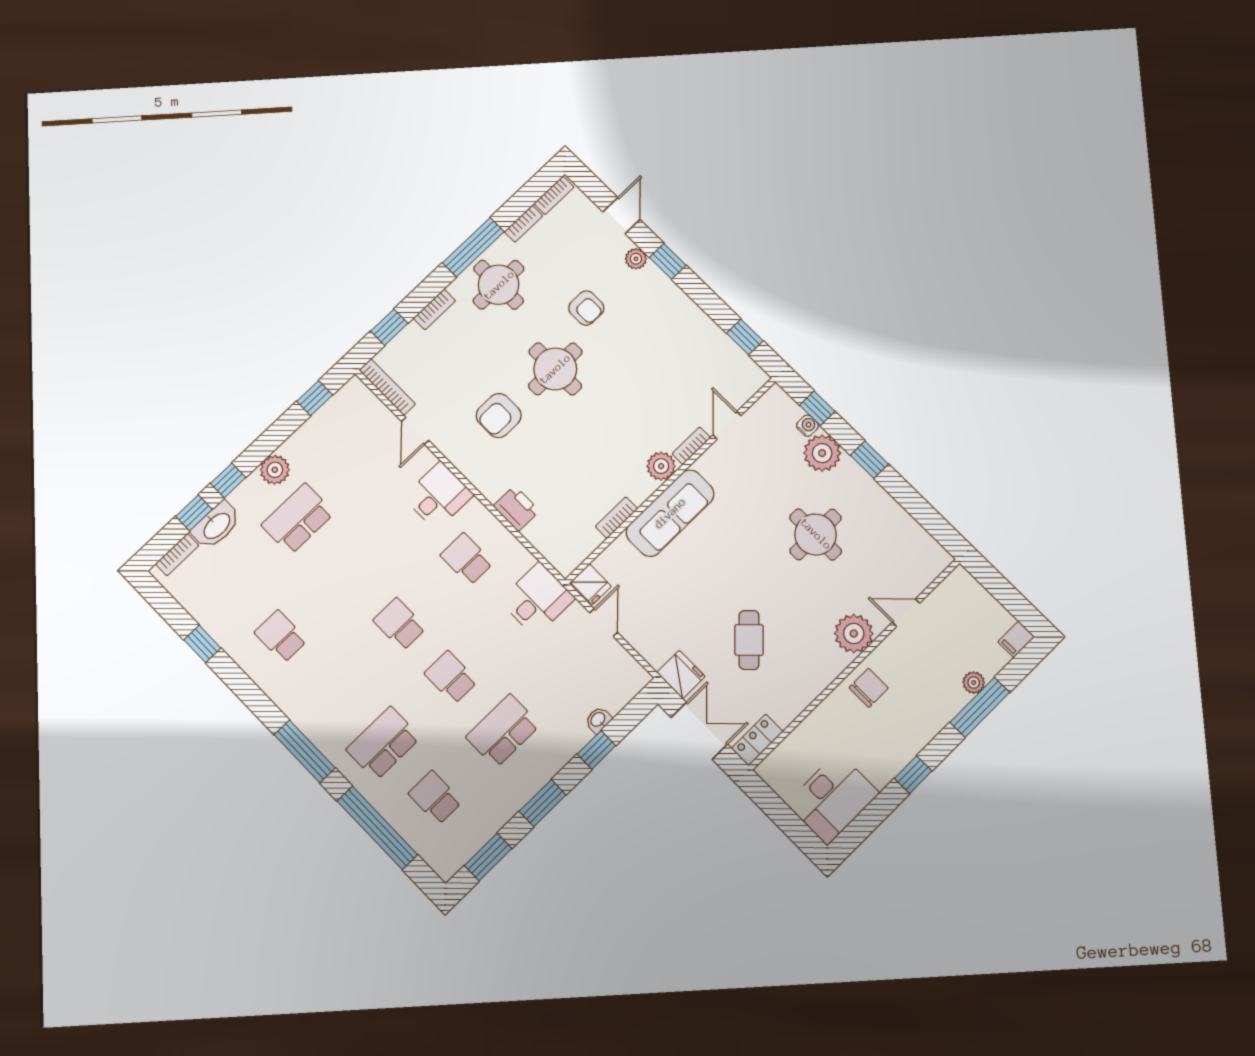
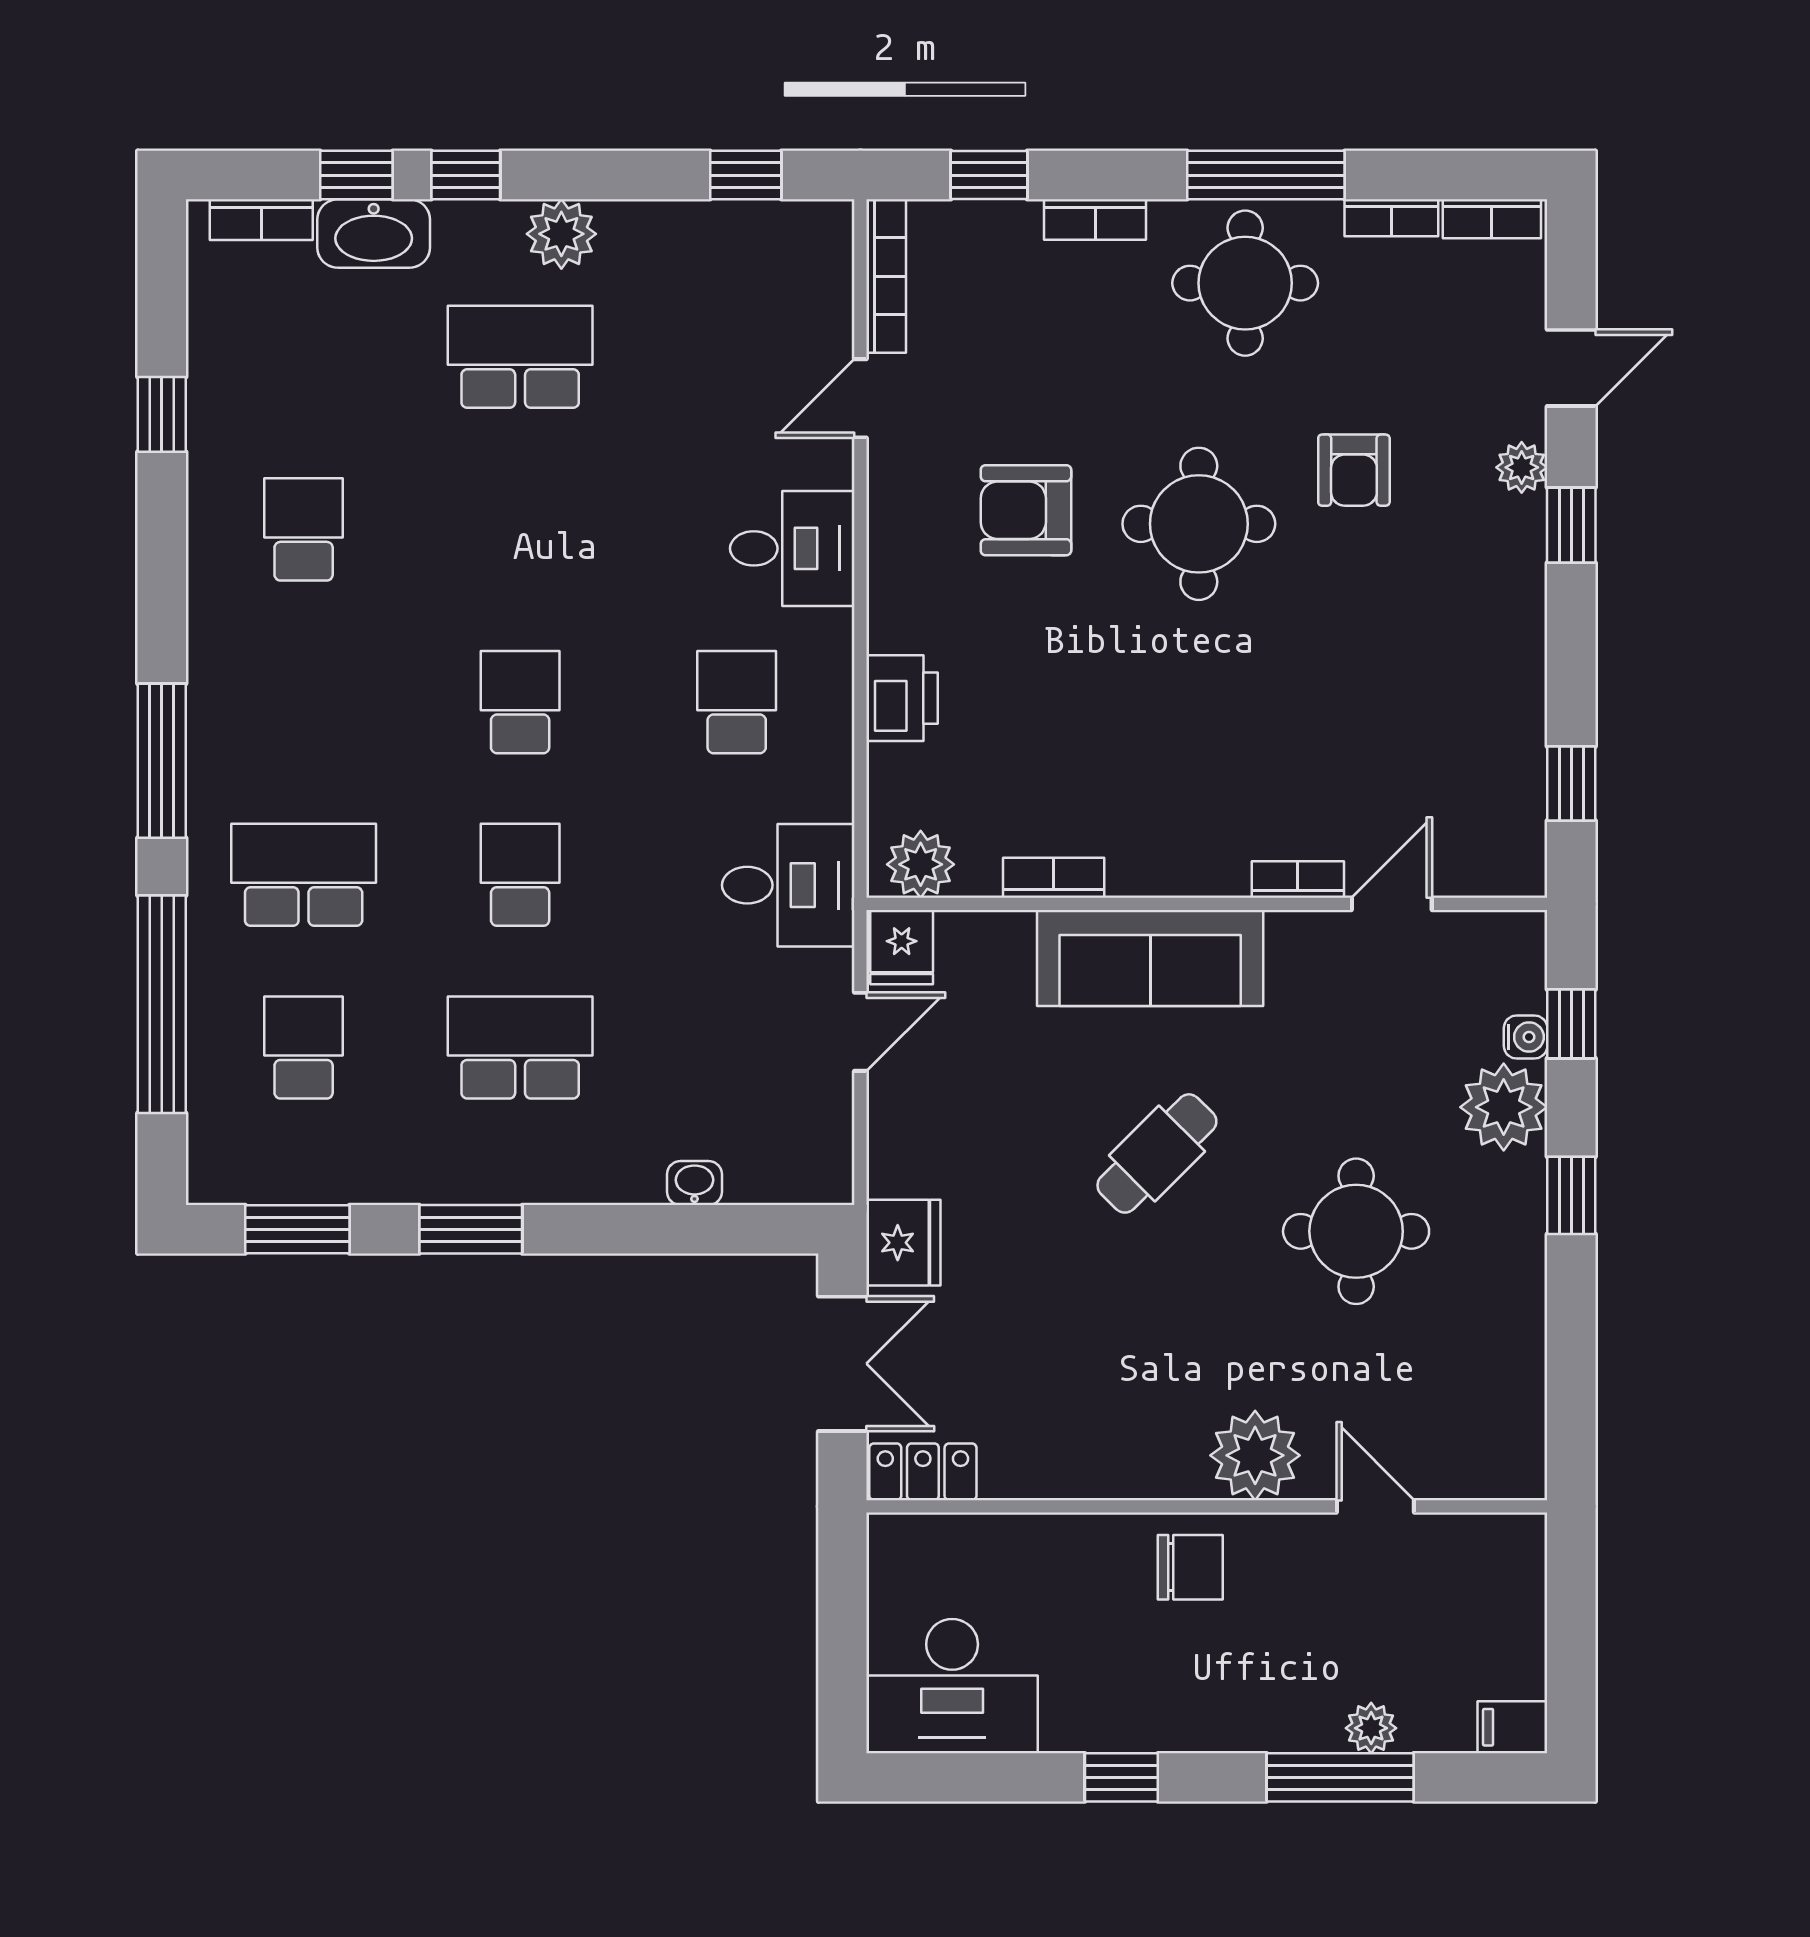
plant: (661, 466) -> (921, 864), moved
cafe table: (749, 640) -> (1157, 1153), moved
window: (596, 750) -> (643, 1229), removed

